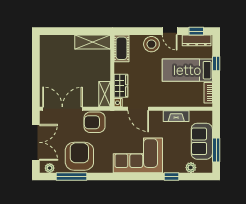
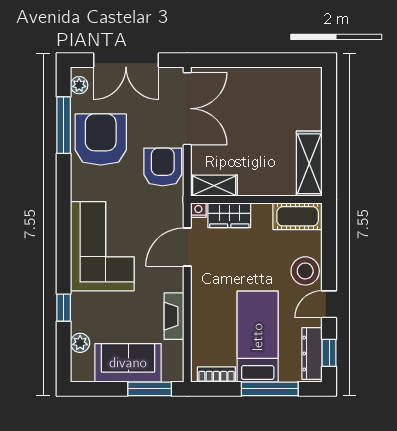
window: (216, 64) -> (270, 389), width x2.17
window: (216, 150) -> (150, 389), moved
armchair: (79, 156) -> (101, 140), turned -90

